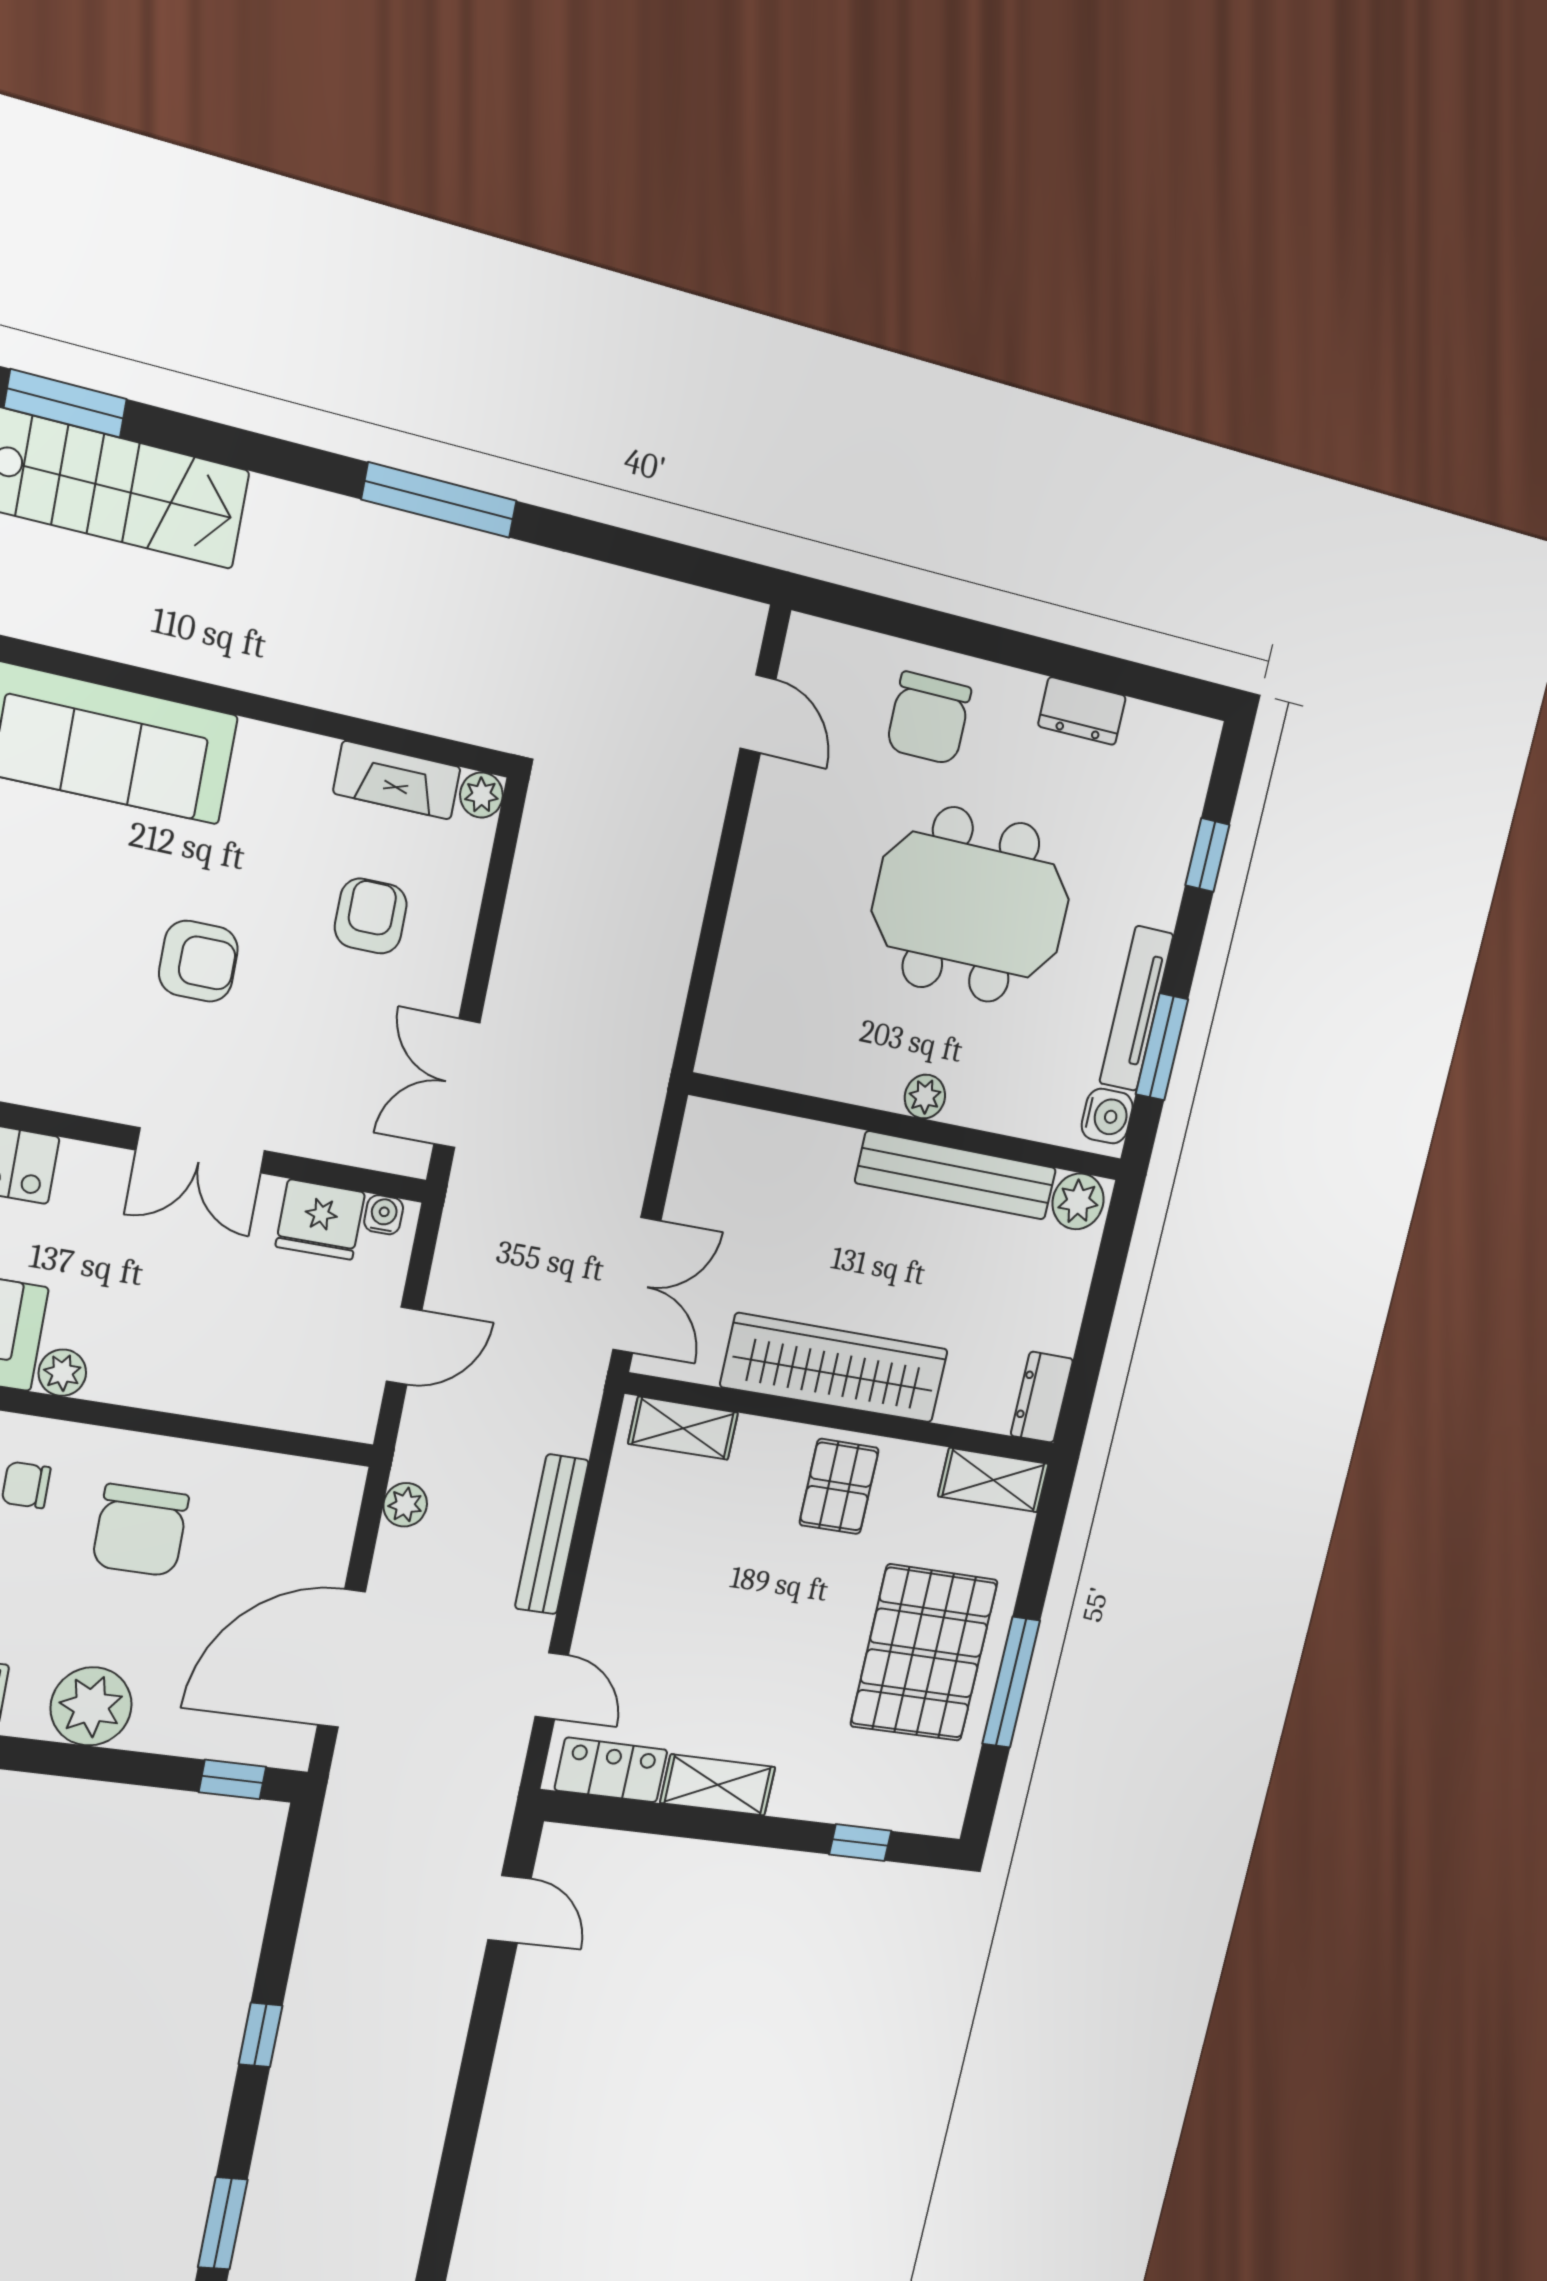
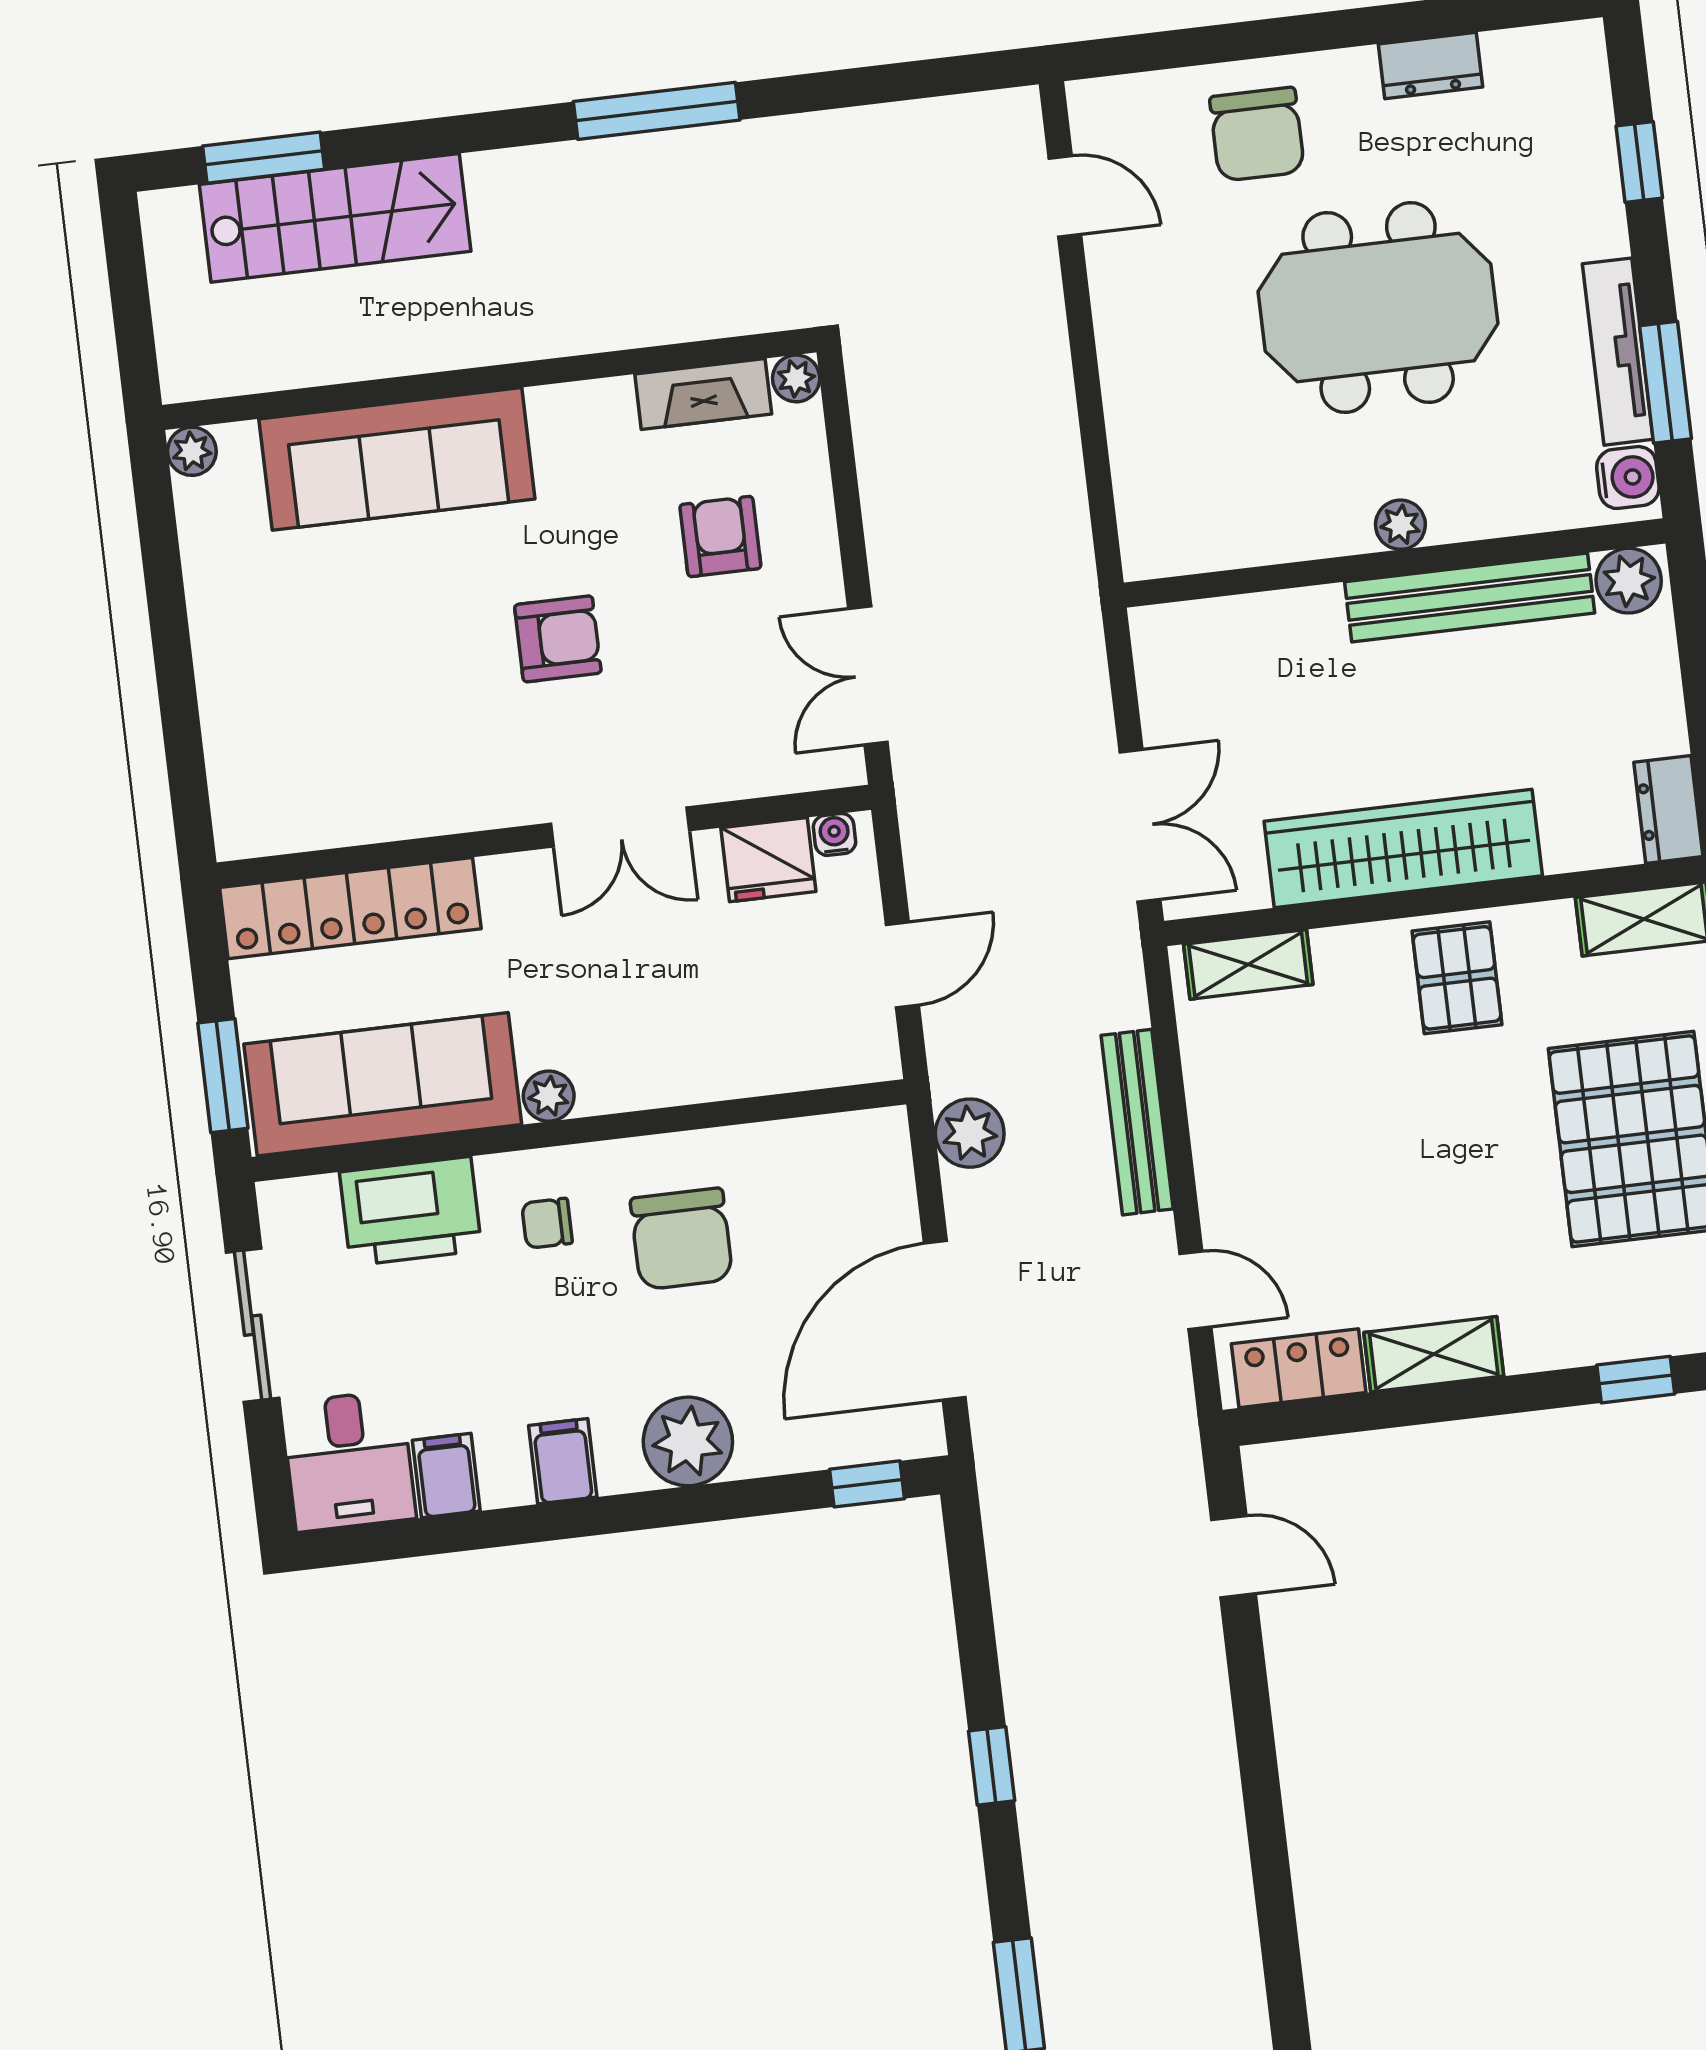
plant: (405, 1505) -> (970, 1133), width x1.38, depth x1.38

